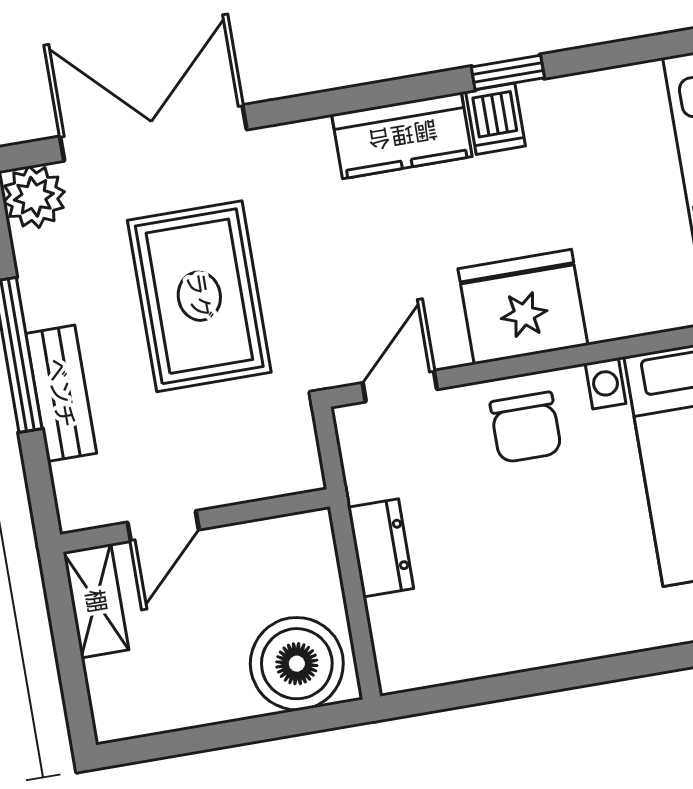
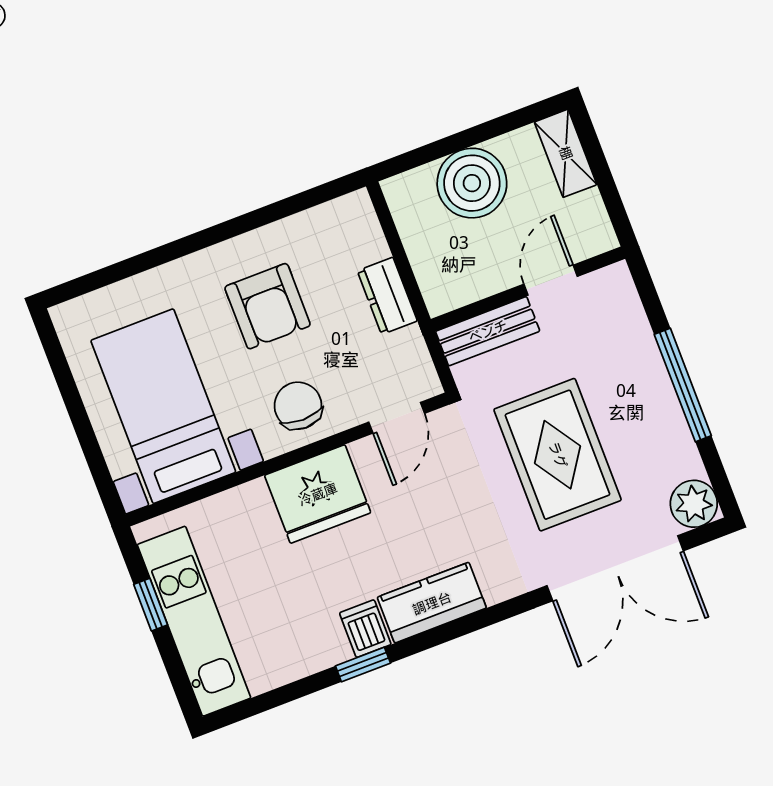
bench: (61, 393) -> (488, 331), moved, turned 90
armchair: (540, 565) -> (268, 306), added
shelving: (96, 601) -> (566, 153), moved
boiler: (297, 664) -> (472, 183), moved

